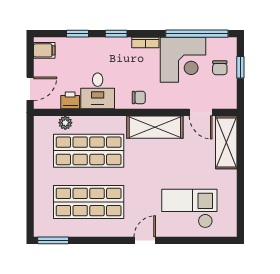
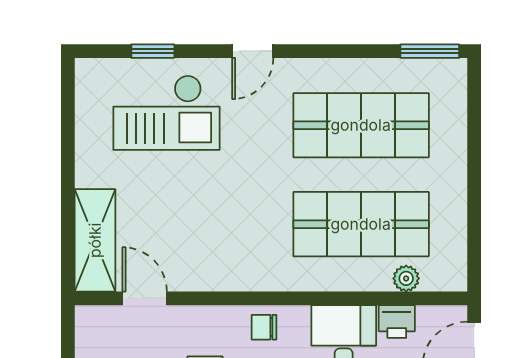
shelving: (155, 127) -> (233, 270), removed
window: (196, 240) -> (153, 51), added

